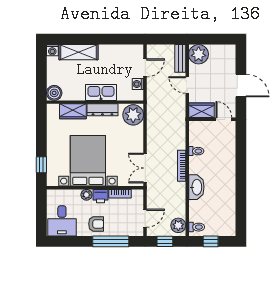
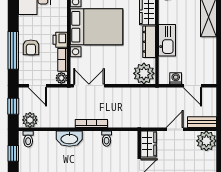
plant: (86, 195) -> (61, 78), moved
armchair: (96, 224) -> (31, 47), moved

